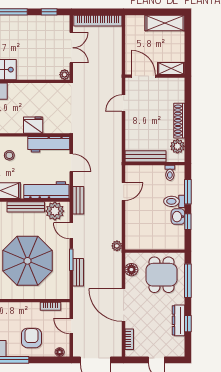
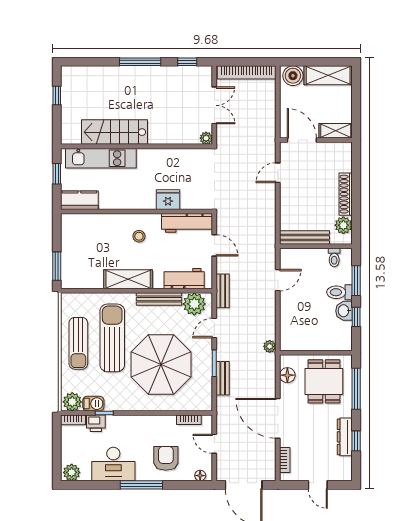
boiler: (136, 23) -> (293, 76), added
workbench: (46, 190) -> (184, 279), width x0.73
door: (71, 231) -> (214, 328), hinge flipped

